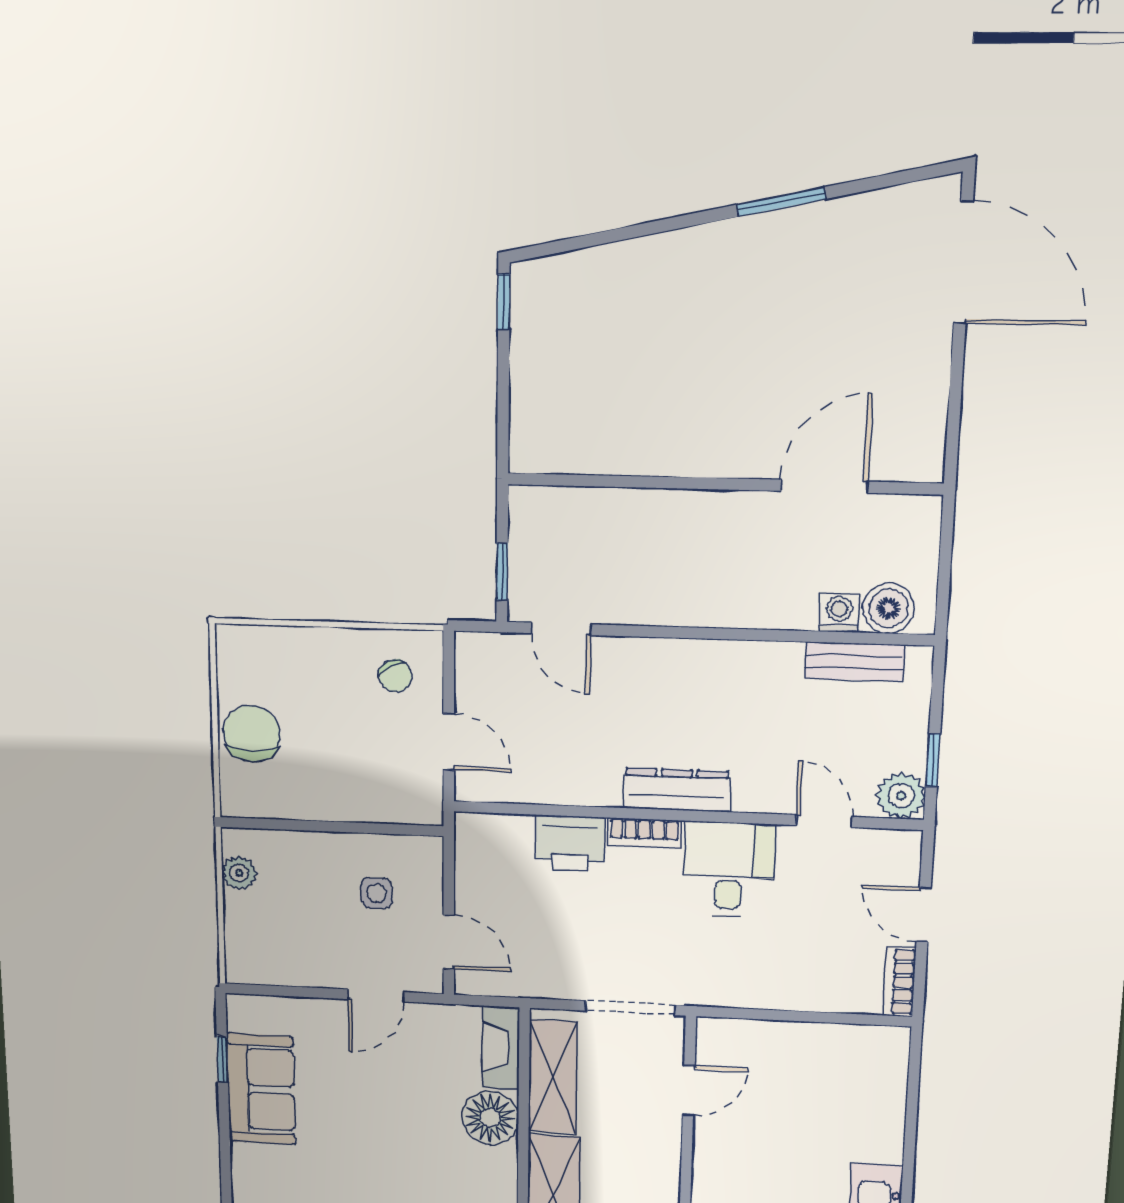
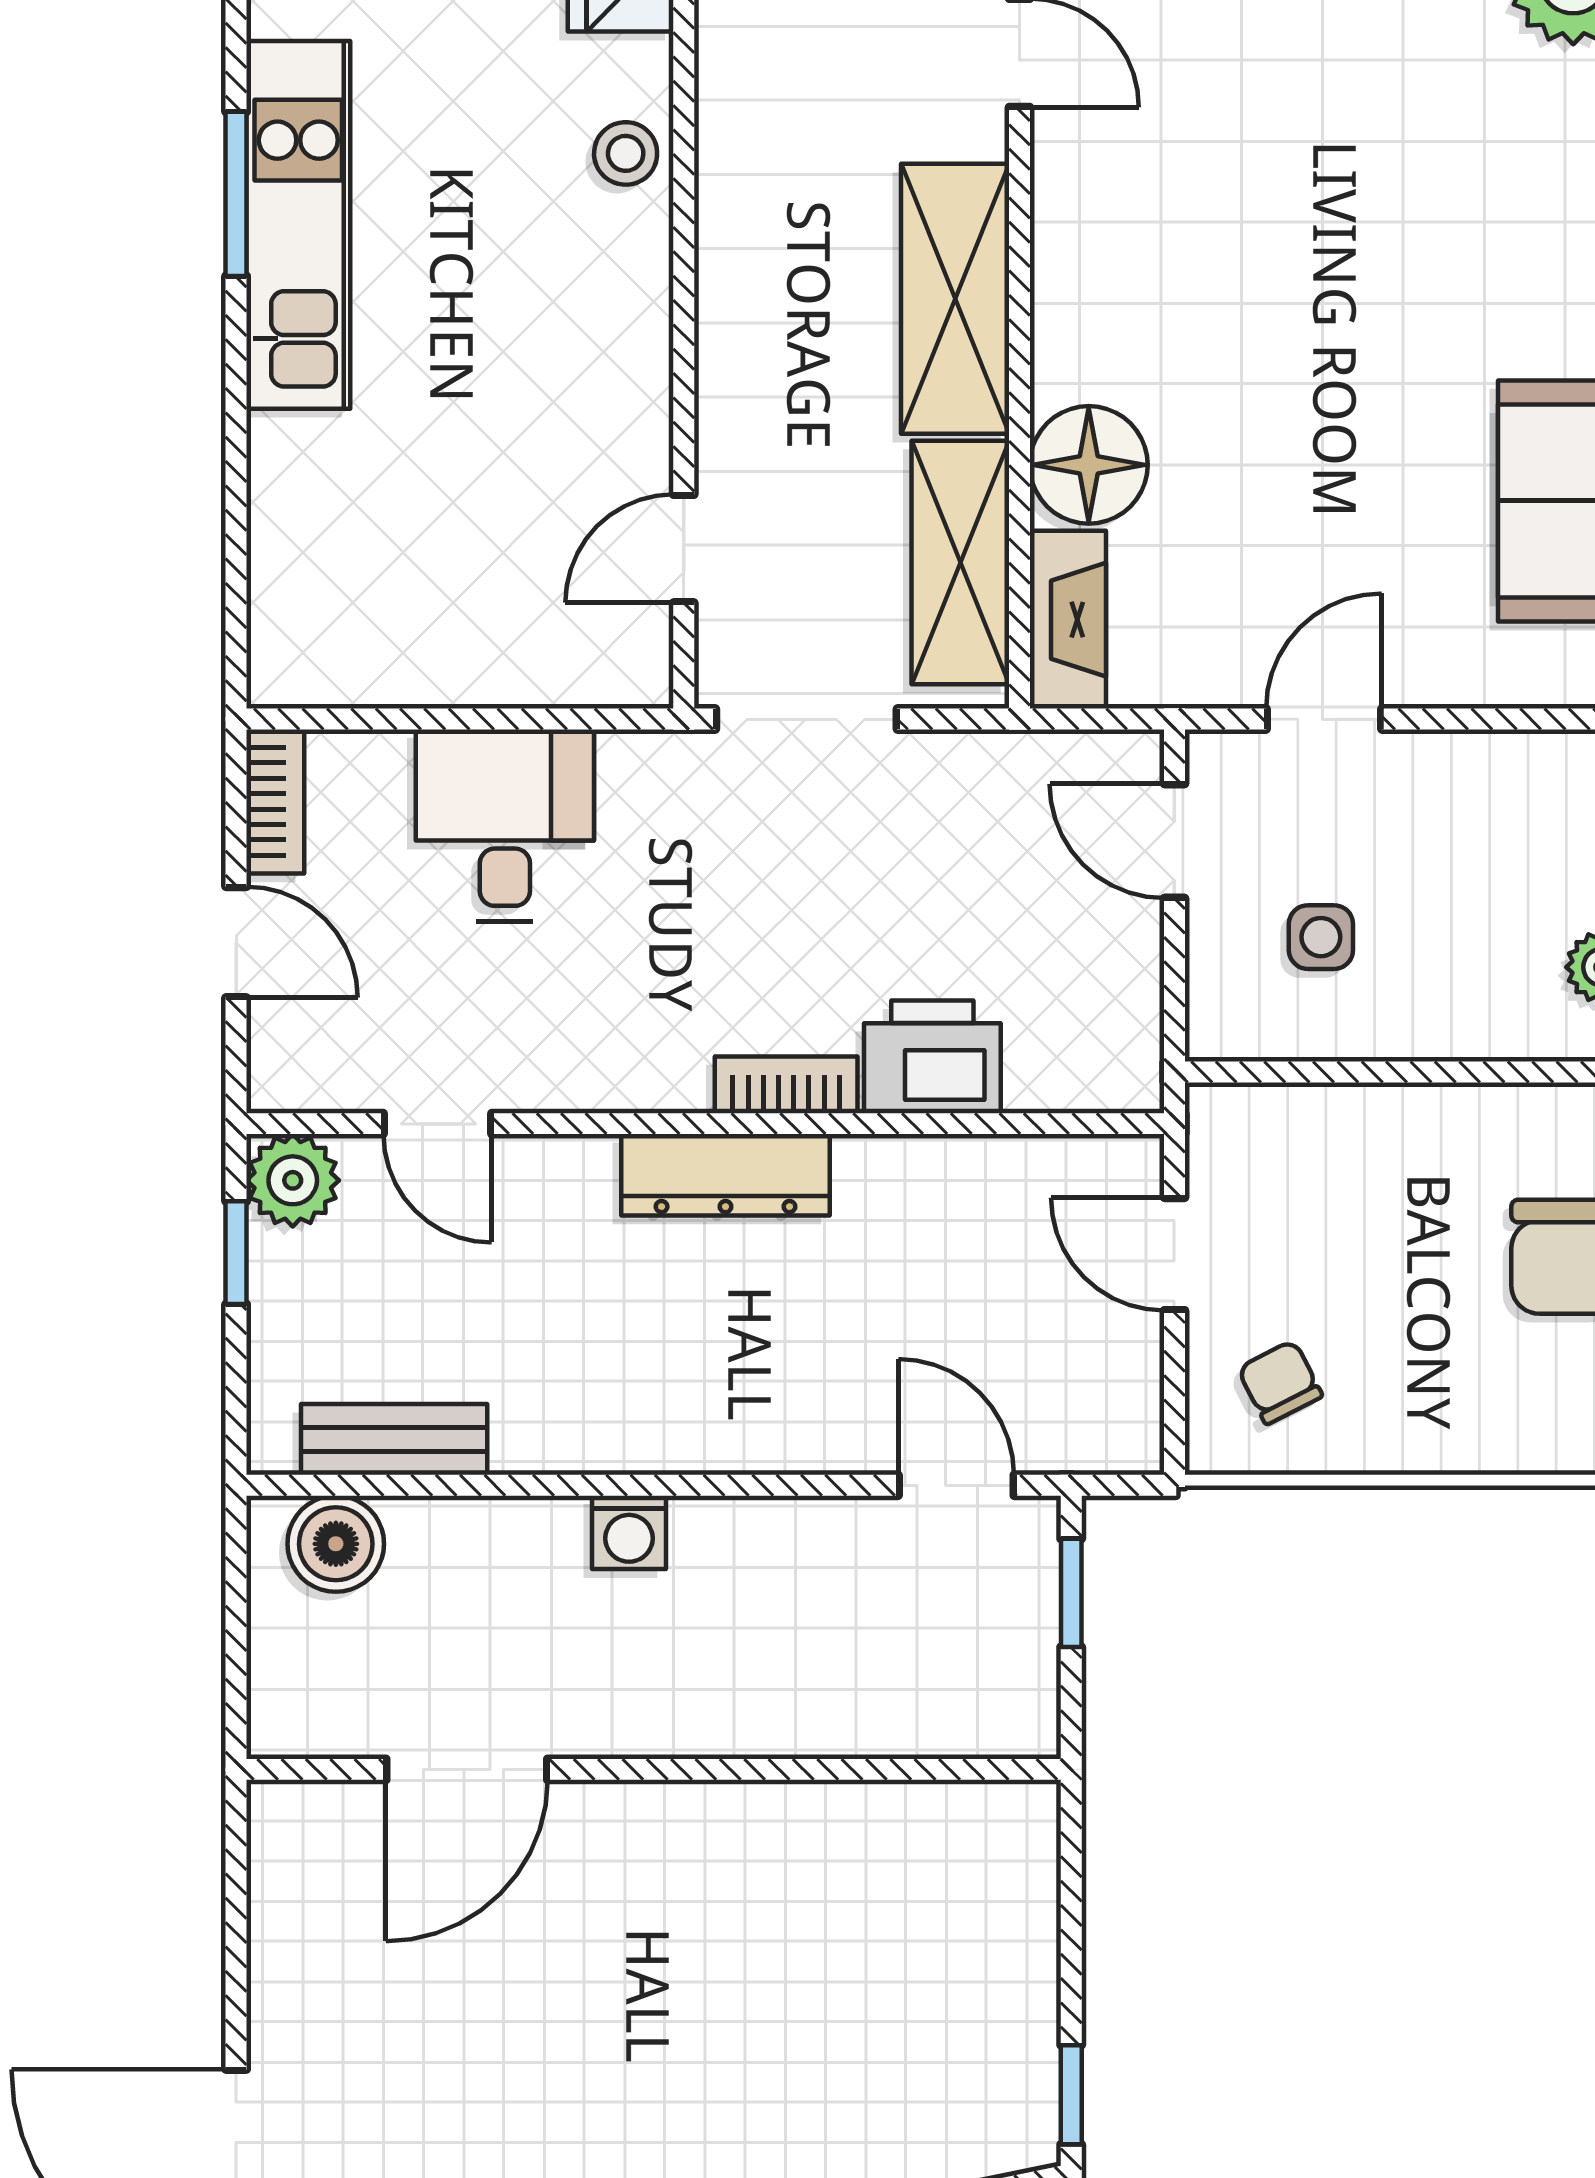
washing machine: (839, 613) -> (629, 1532), moved
desk: (729, 870) -> (505, 825), moved, turned 180

